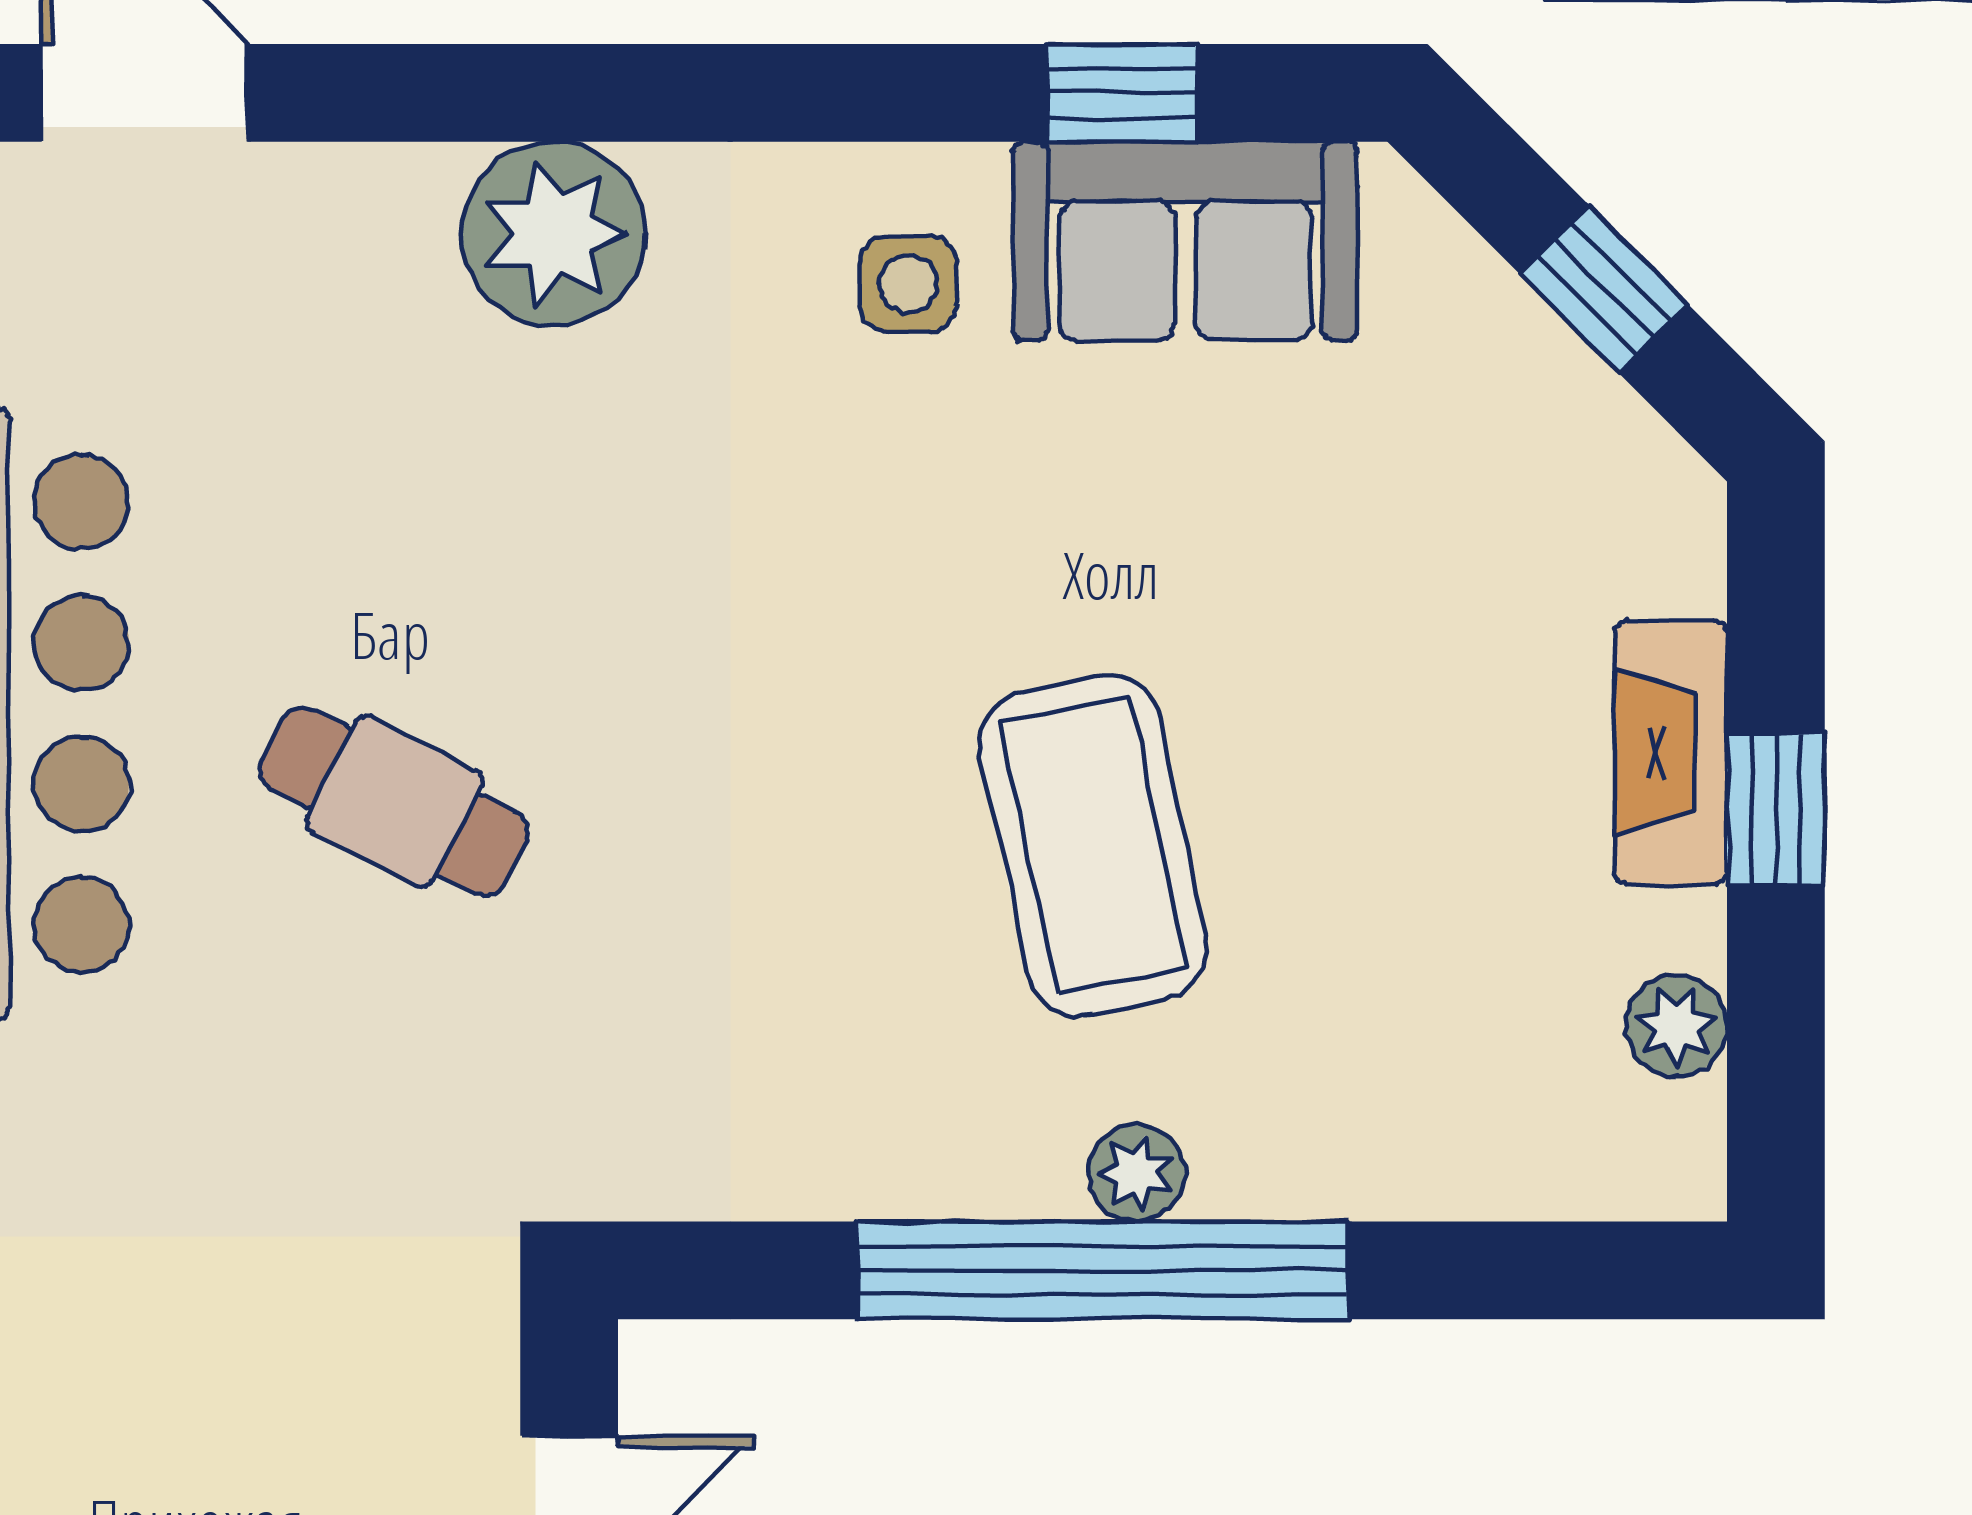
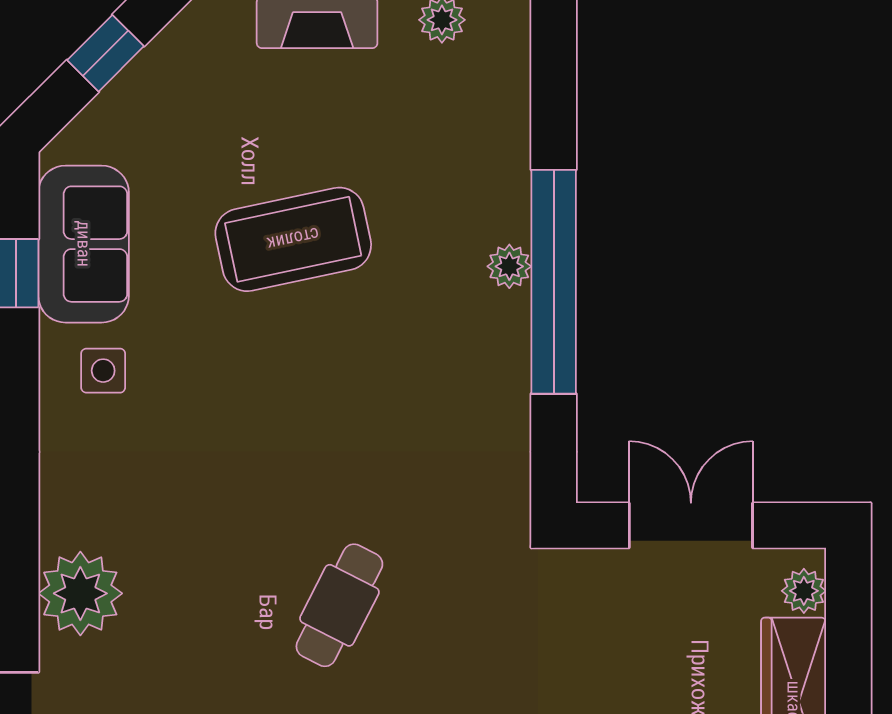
plant: (554, 234) -> (80, 593), moved
coffee table: (1094, 845) -> (293, 239), moved

